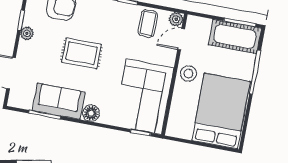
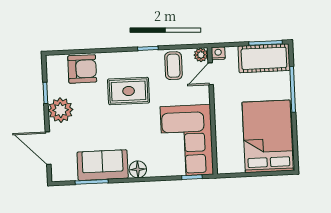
nightstand: (193, 22) -> (218, 53), added
plant: (27, 33) -> (61, 110), width x1.88, depth x1.88
rug: (81, 53) -> (129, 91), moved
stool: (188, 74) -> (226, 106), removed

